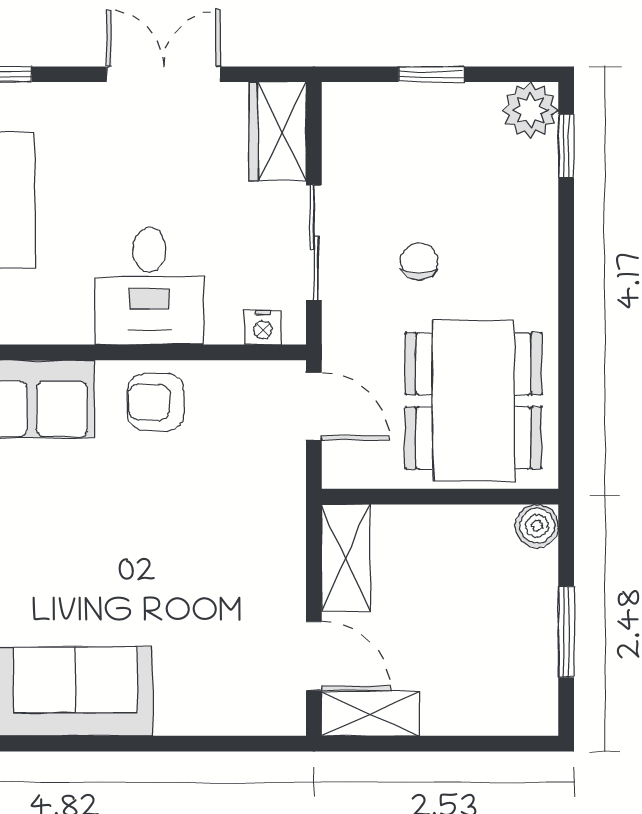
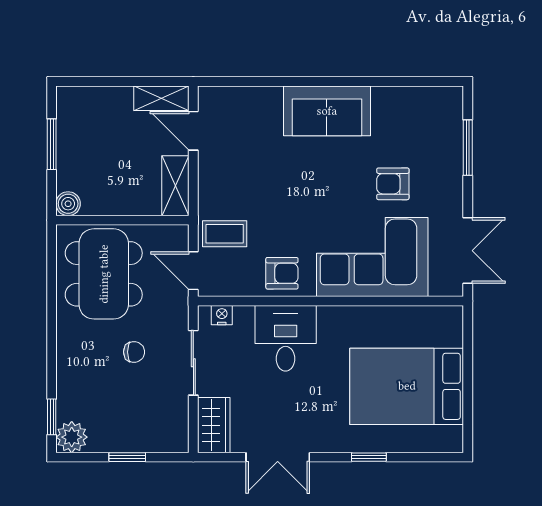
chair: (419, 262) -> (134, 352), turned -90
coffee table: (258, 472) -> (225, 234), added

